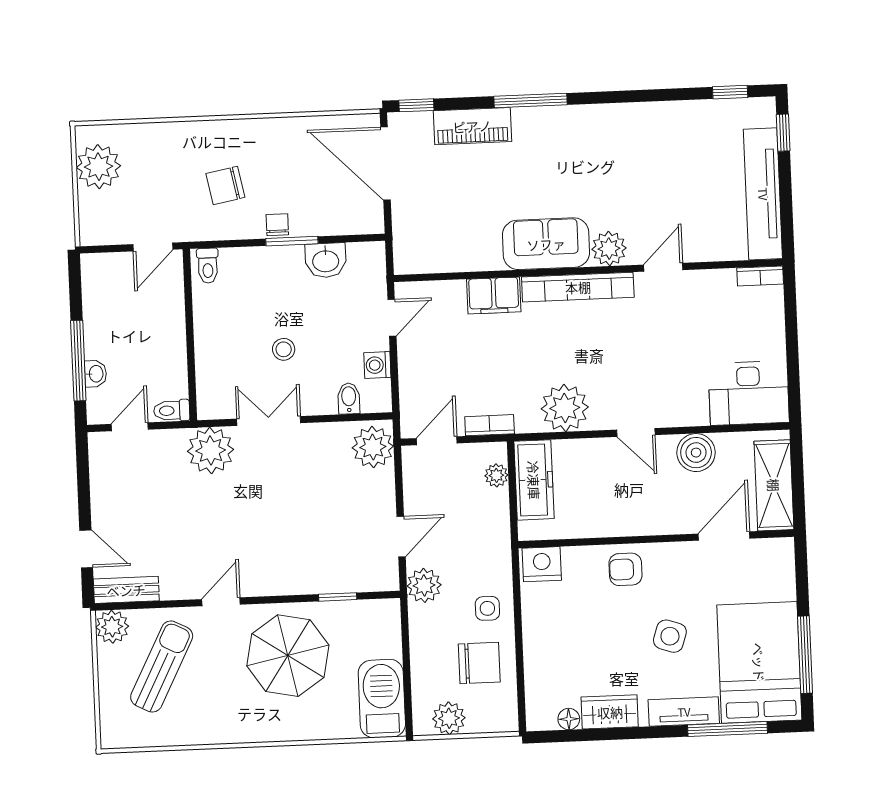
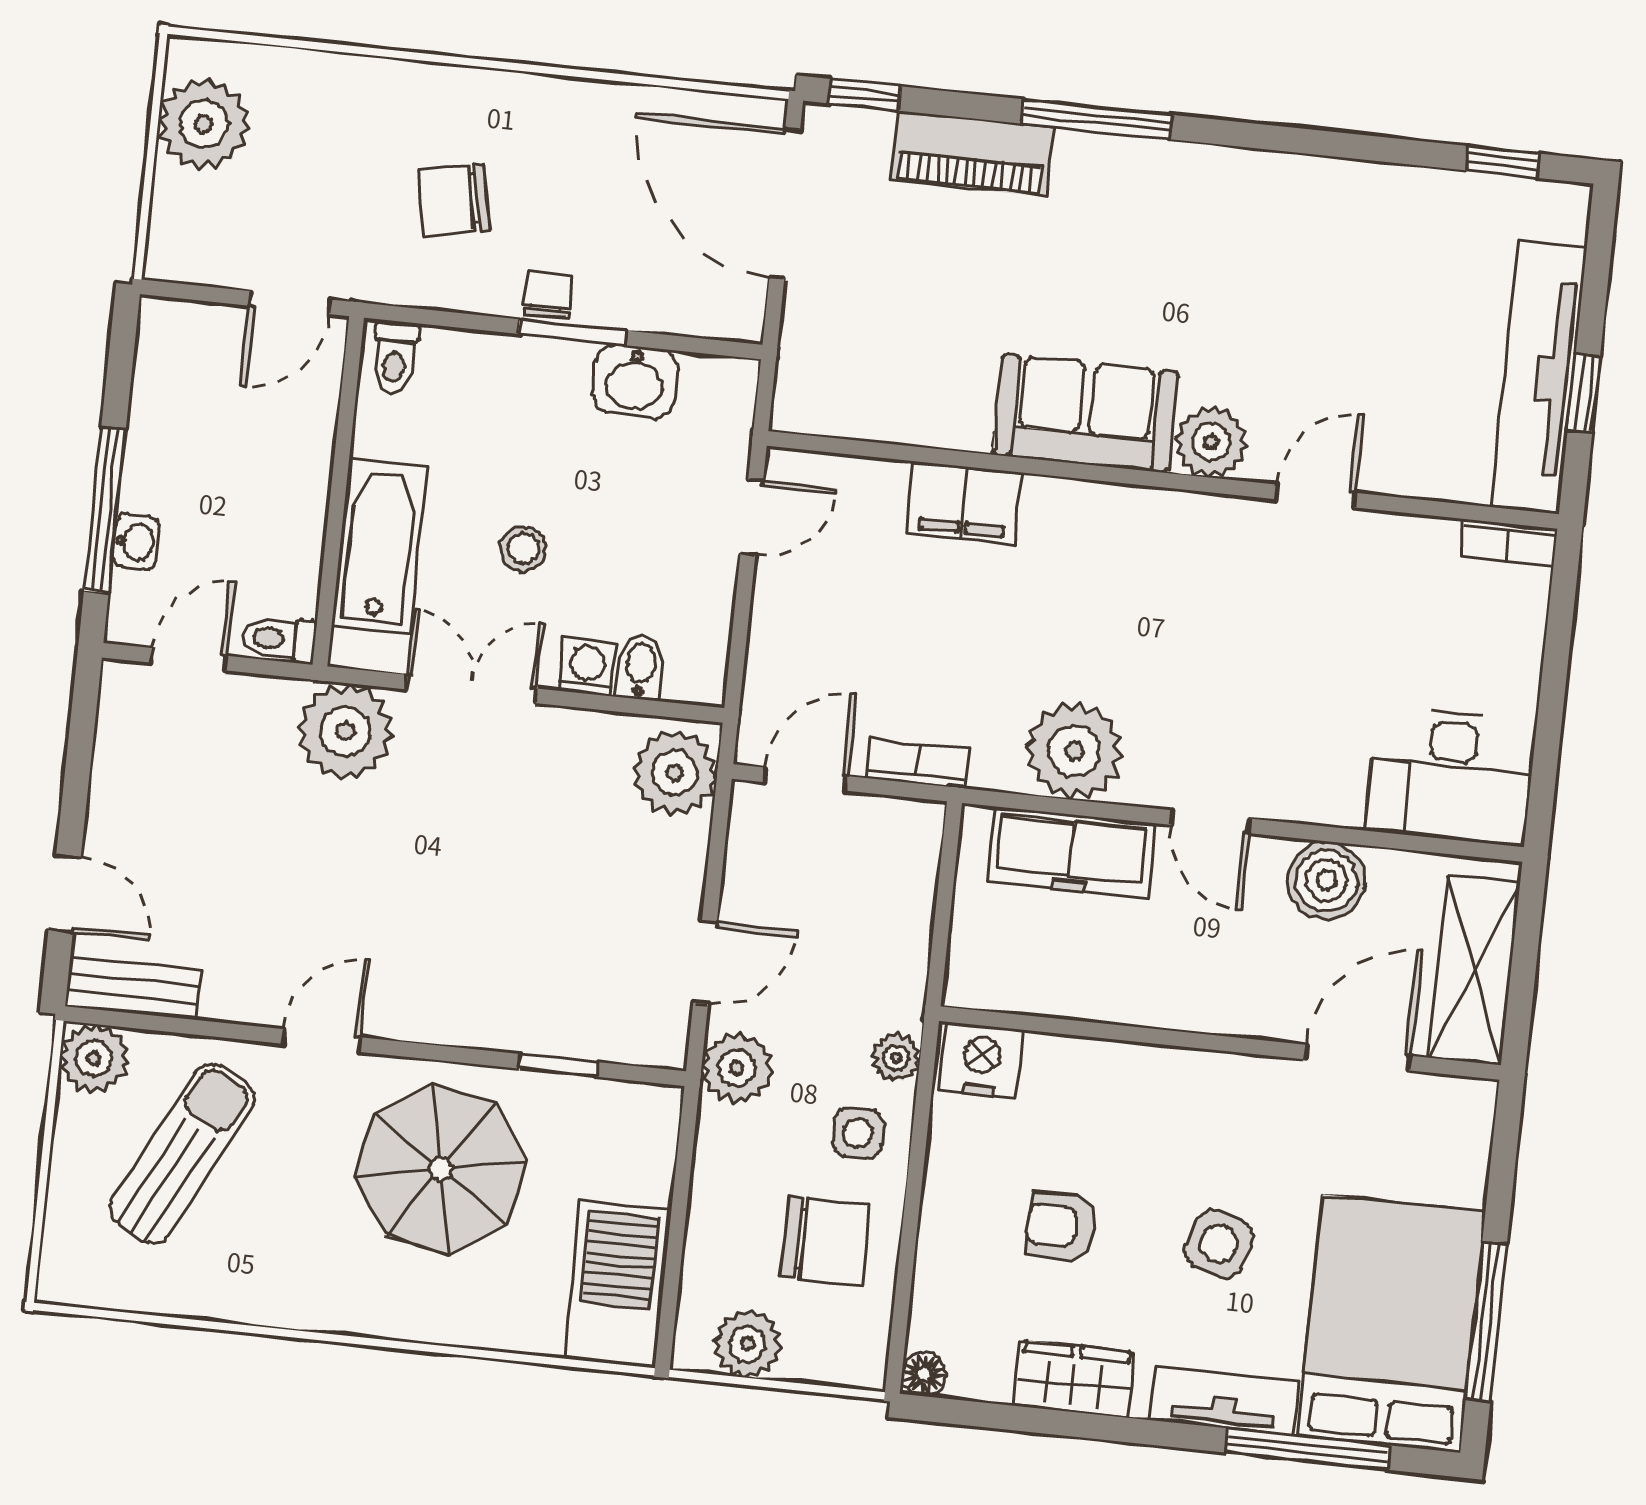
window: (783, 133) -> (1584, 393), moved
bookcase: (578, 287) -> (1137, 511), removed
bathtub: (214, 358) -> (380, 546), added
washing machine: (377, 365) -> (587, 667), moved, turned 90
plant: (496, 475) -> (896, 1058), moved
freezer: (534, 480) -> (1071, 852), moved, turned 90
armchair: (625, 569) -> (1061, 1226), moved
floor lamp: (569, 719) -> (924, 1374), moved

